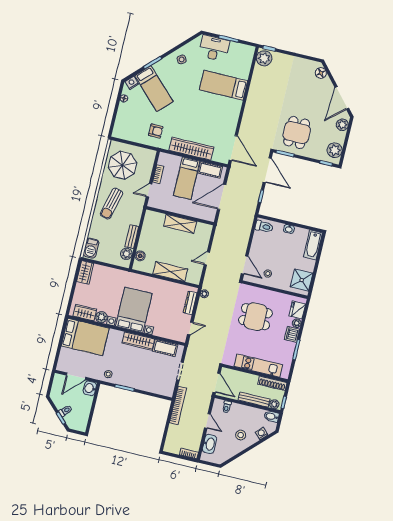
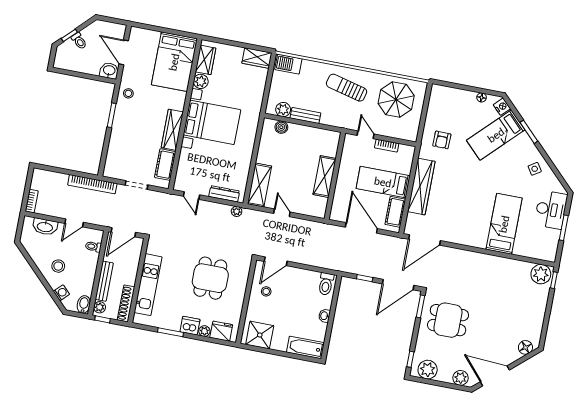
shelving: (170, 272) -> (259, 185), moved

